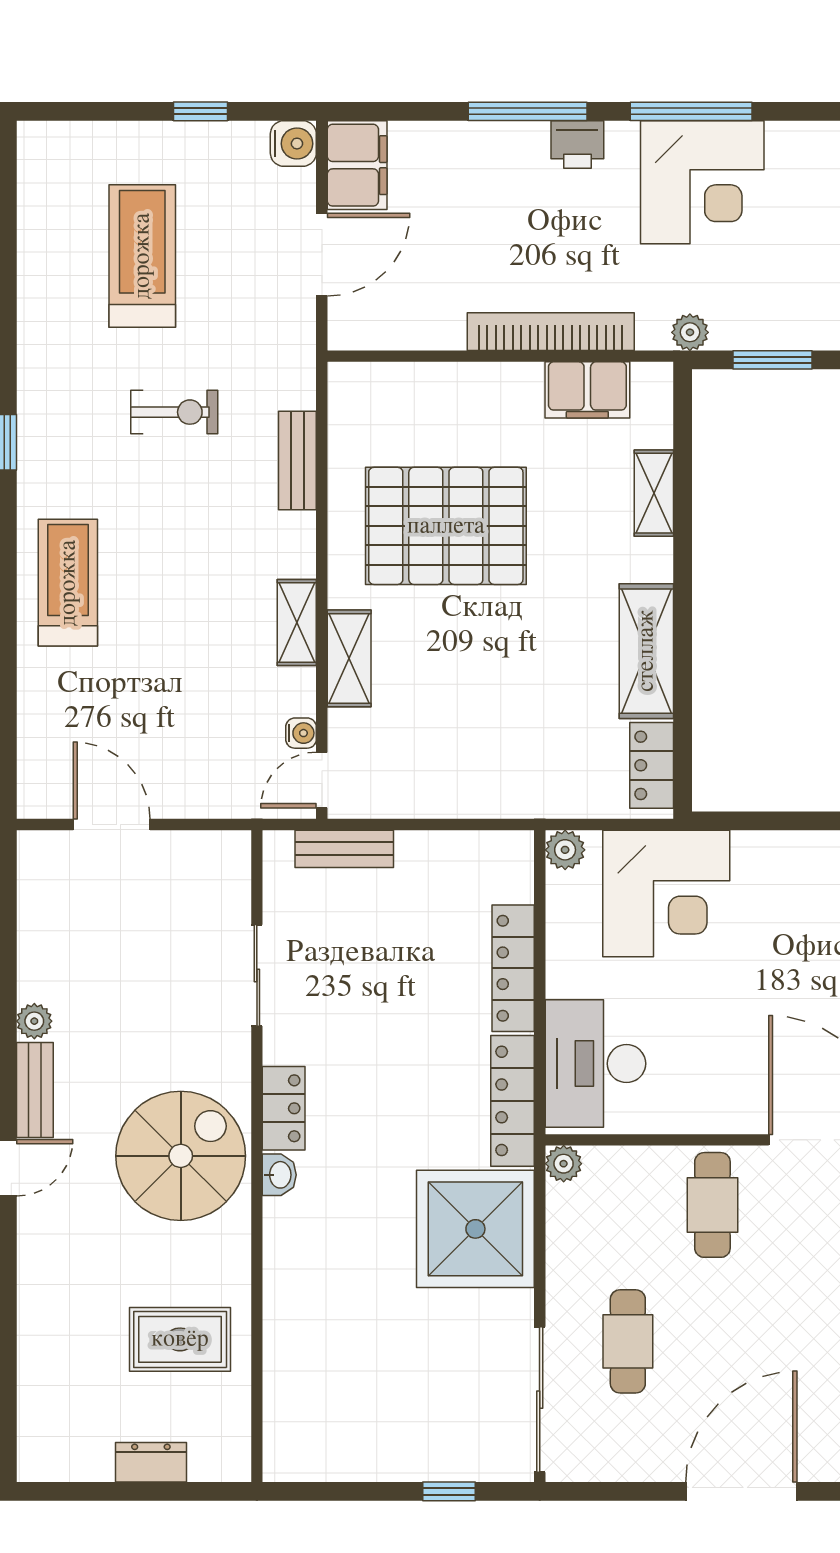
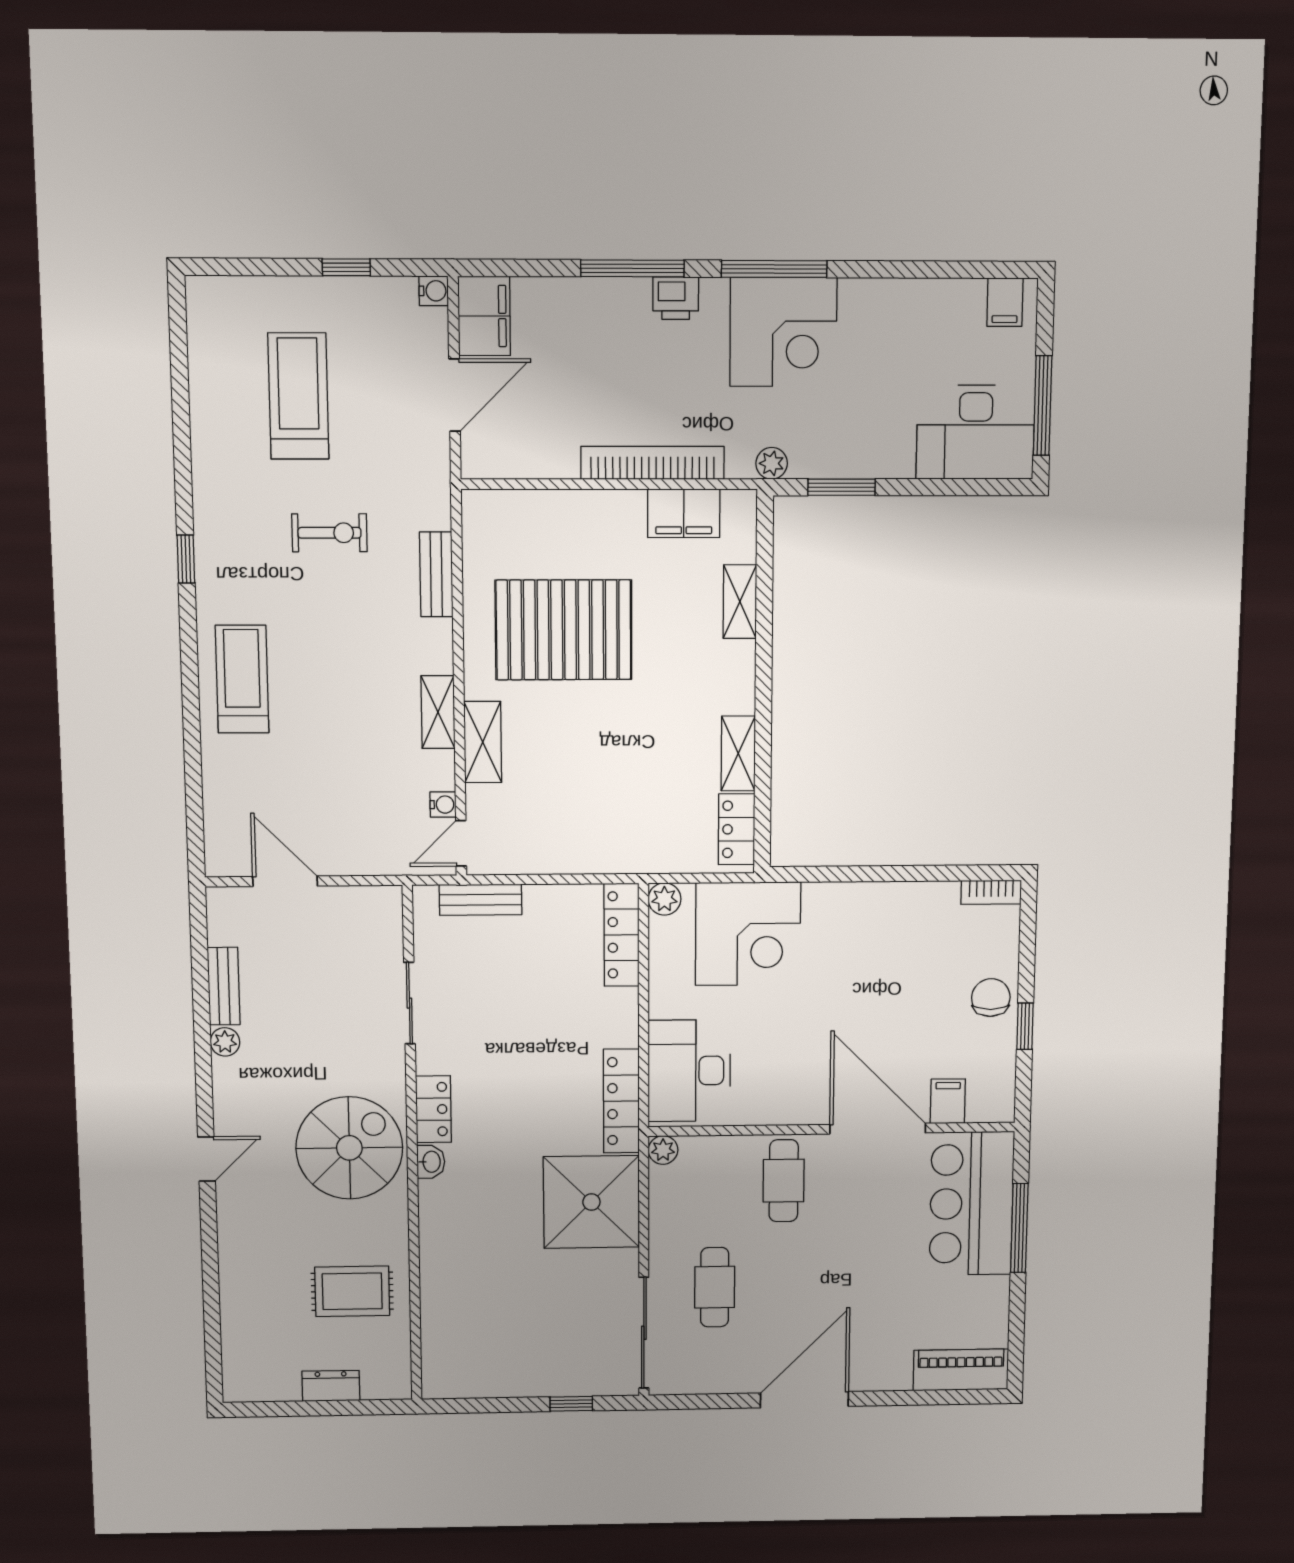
water cooler: (293, 144) -> (434, 291), width x0.72, depth x0.72
shelving: (646, 651) -> (738, 753), width x0.67, depth x0.75
locker: (513, 968) -> (622, 935), moved
bench: (35, 1090) -> (224, 986), moved

